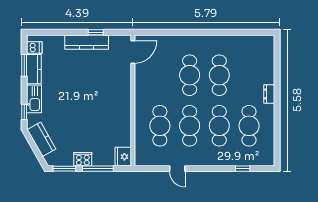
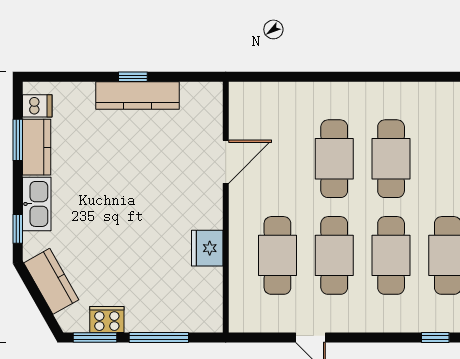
window: (96, 32) -> (133, 77), moved
door: (133, 52) -> (226, 162), moved
fridge: (123, 157) -> (207, 248), moved
cooker: (83, 159) -> (107, 319), moved

